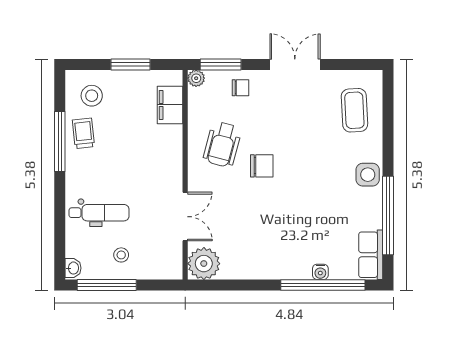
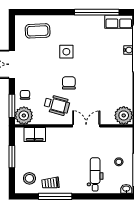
plant: (196, 78) -> (24, 116), width x1.88, depth x1.88
side table: (368, 175) -> (66, 52), moved
double door: (185, 217) -> (86, 126), moved

